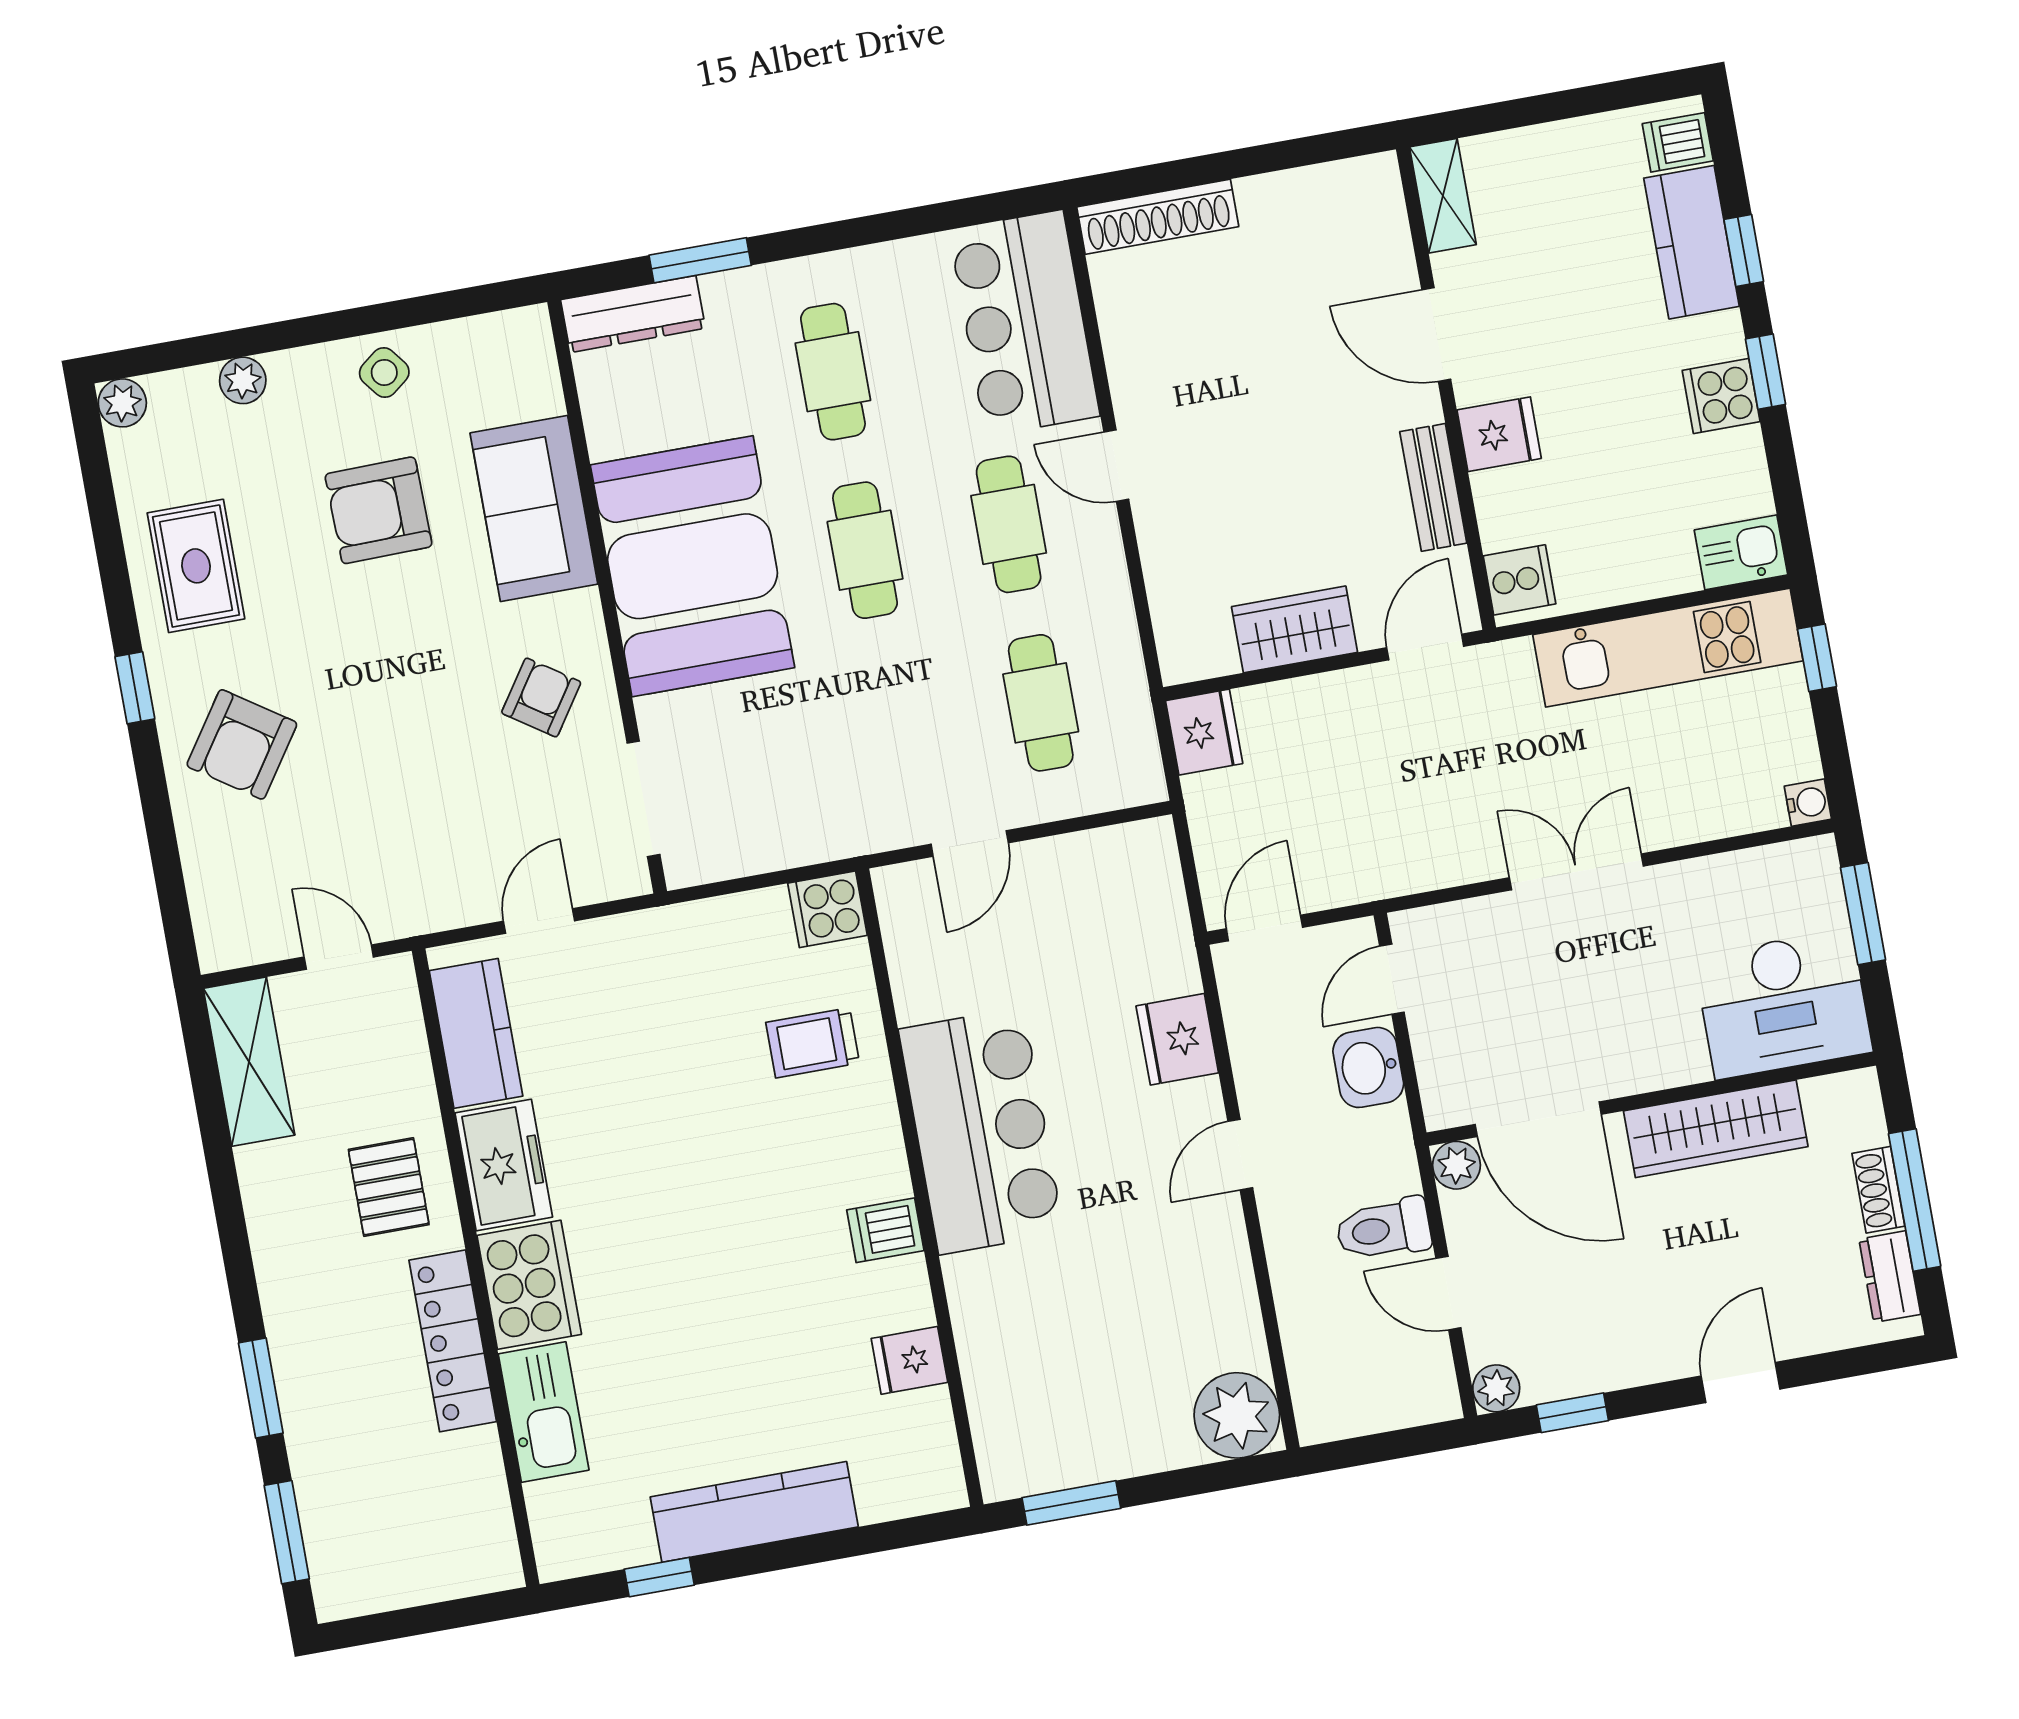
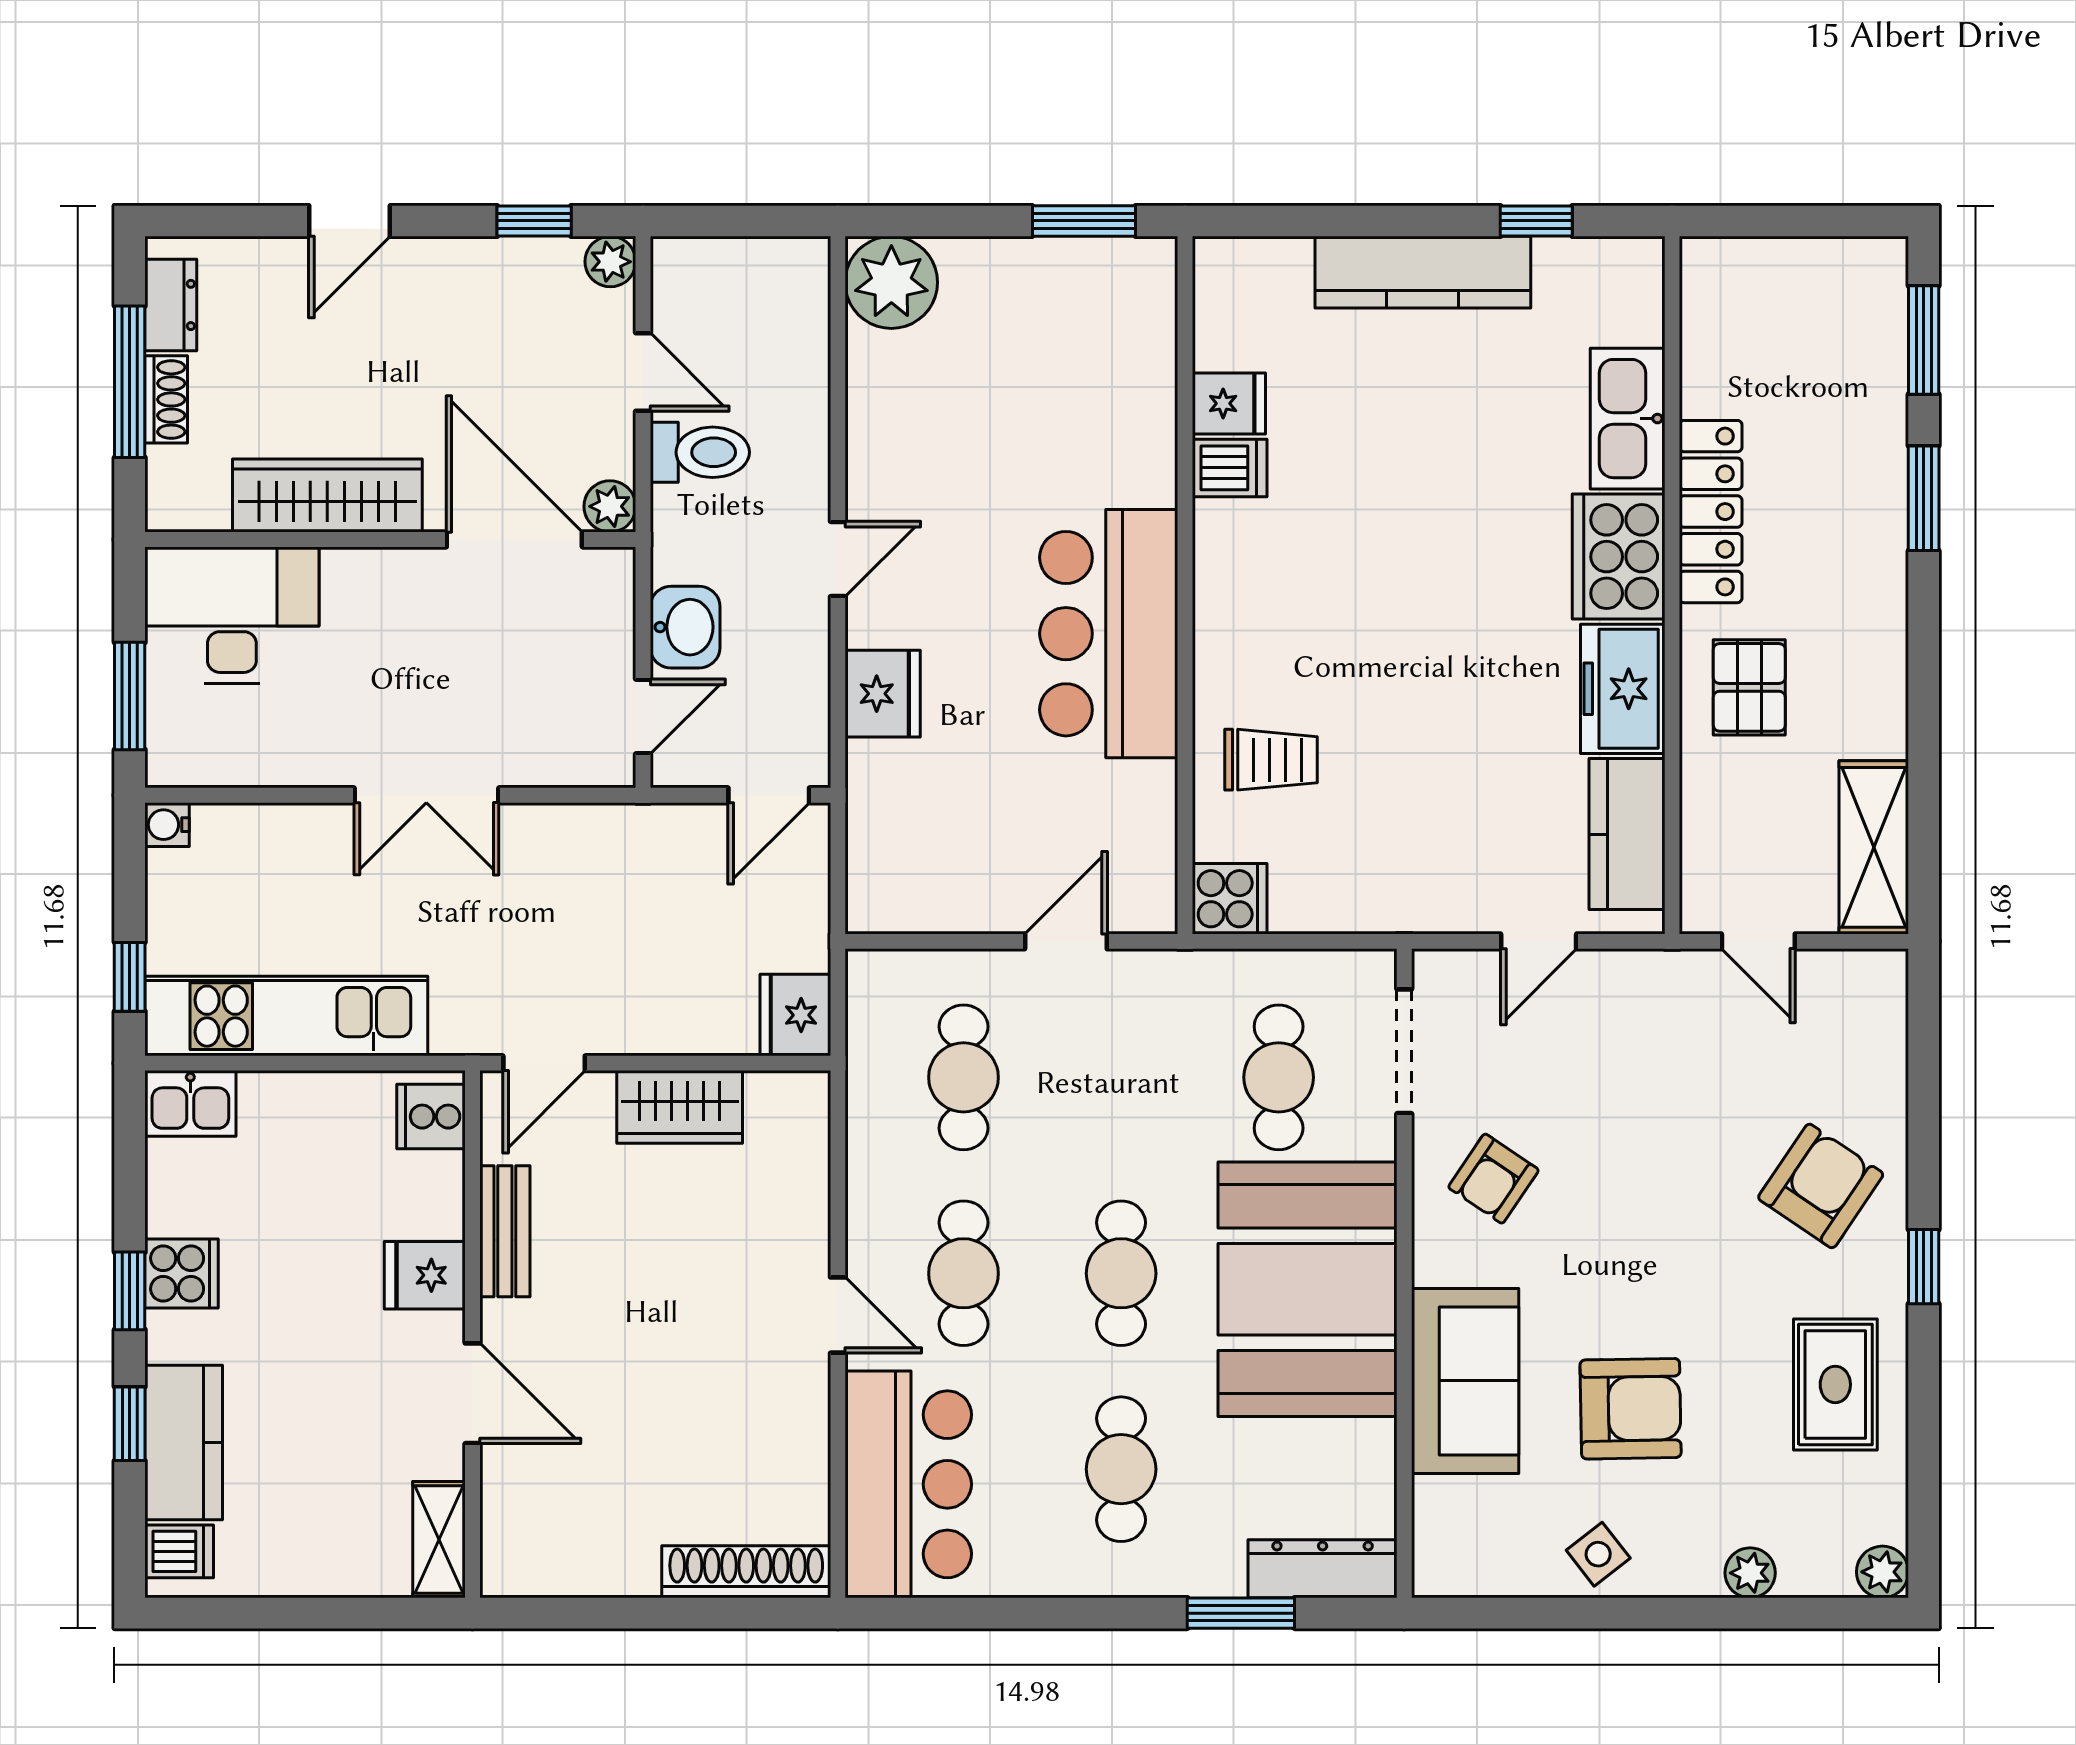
cafe table: (754, 755) -> (1279, 1077), added
dishwasher: (885, 1230) -> (1230, 468), moved

